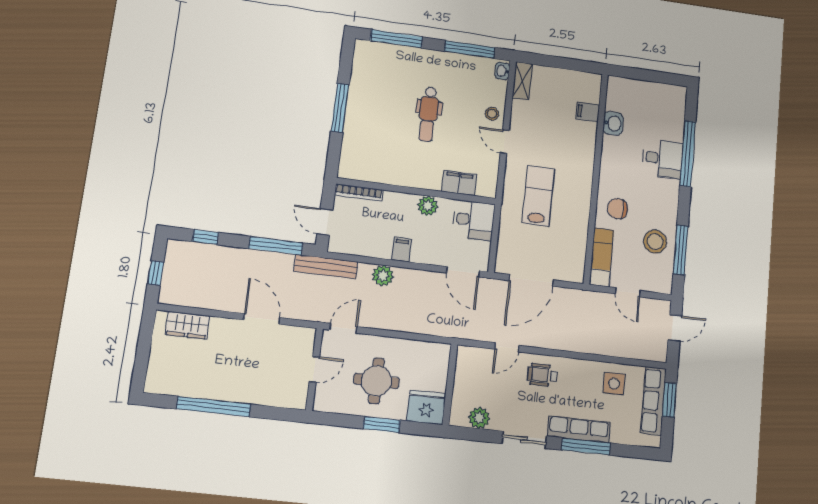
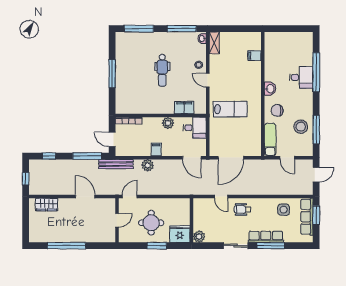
washbasin: (613, 123) -> (270, 89), moved
lab bench: (538, 196) -> (230, 109), turned 90
door: (507, 347) -> (221, 197), hinge flipped
plant: (479, 418) -> (199, 237), moved

